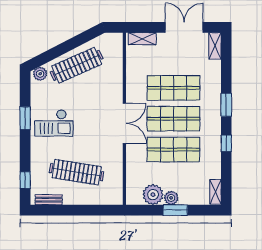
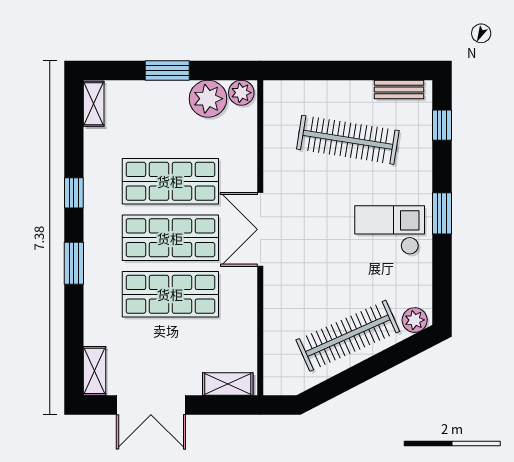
window: (25, 118) -> (442, 213), moved
plant: (171, 198) -> (241, 93), moved

